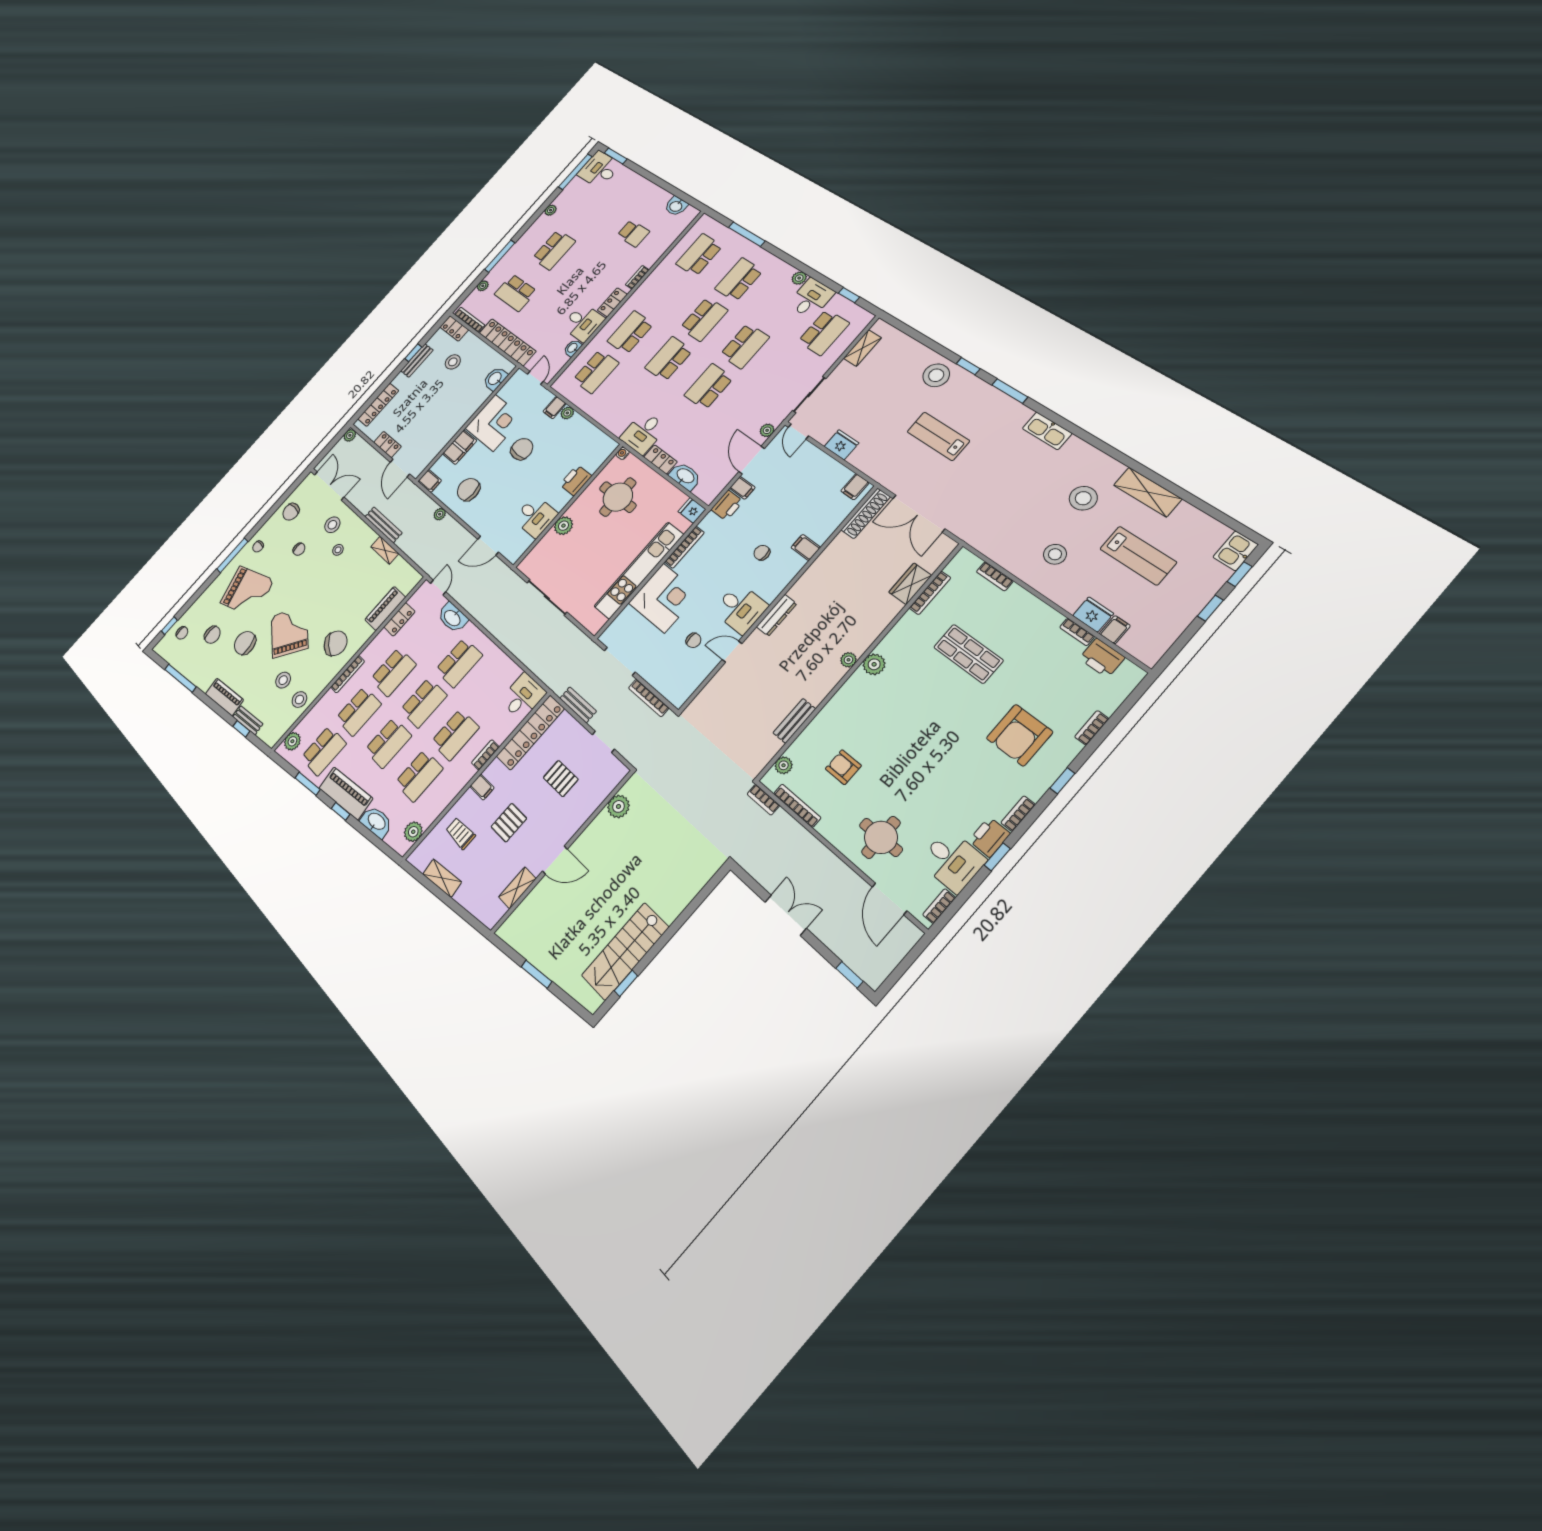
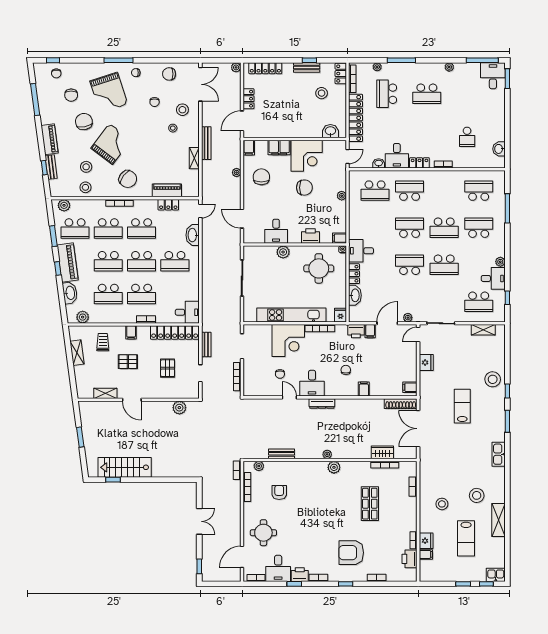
filing cabinet: (555, 408) -> (339, 238), moved

